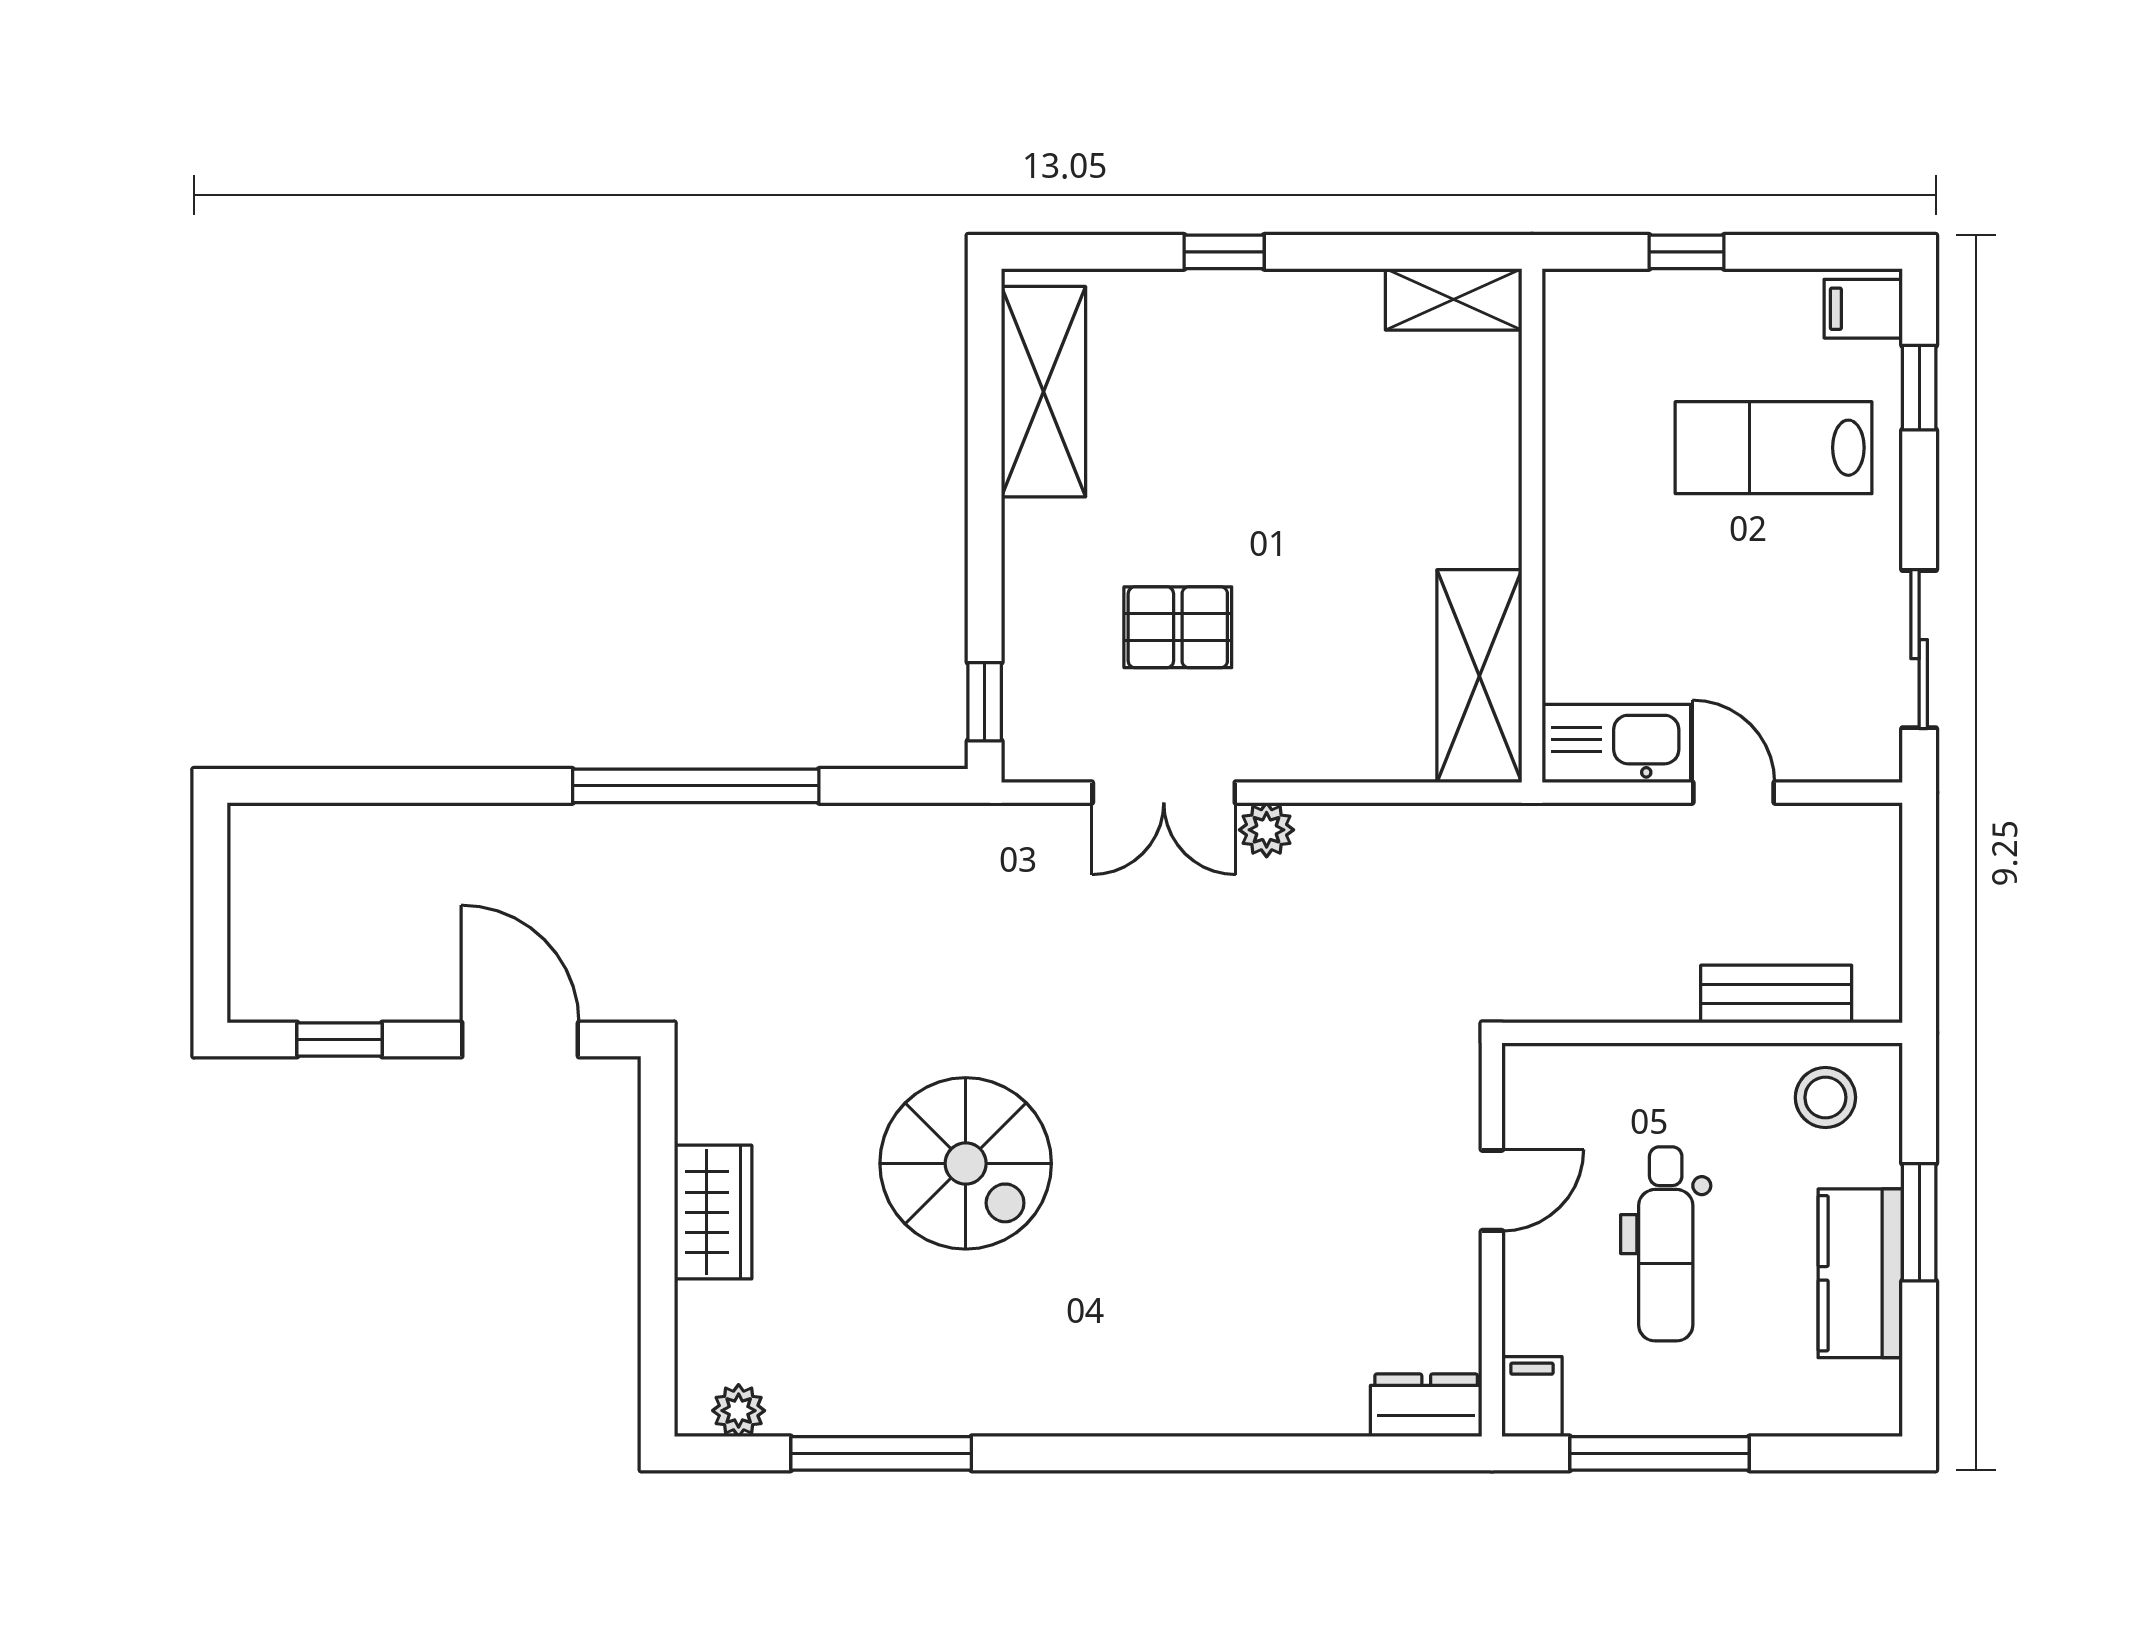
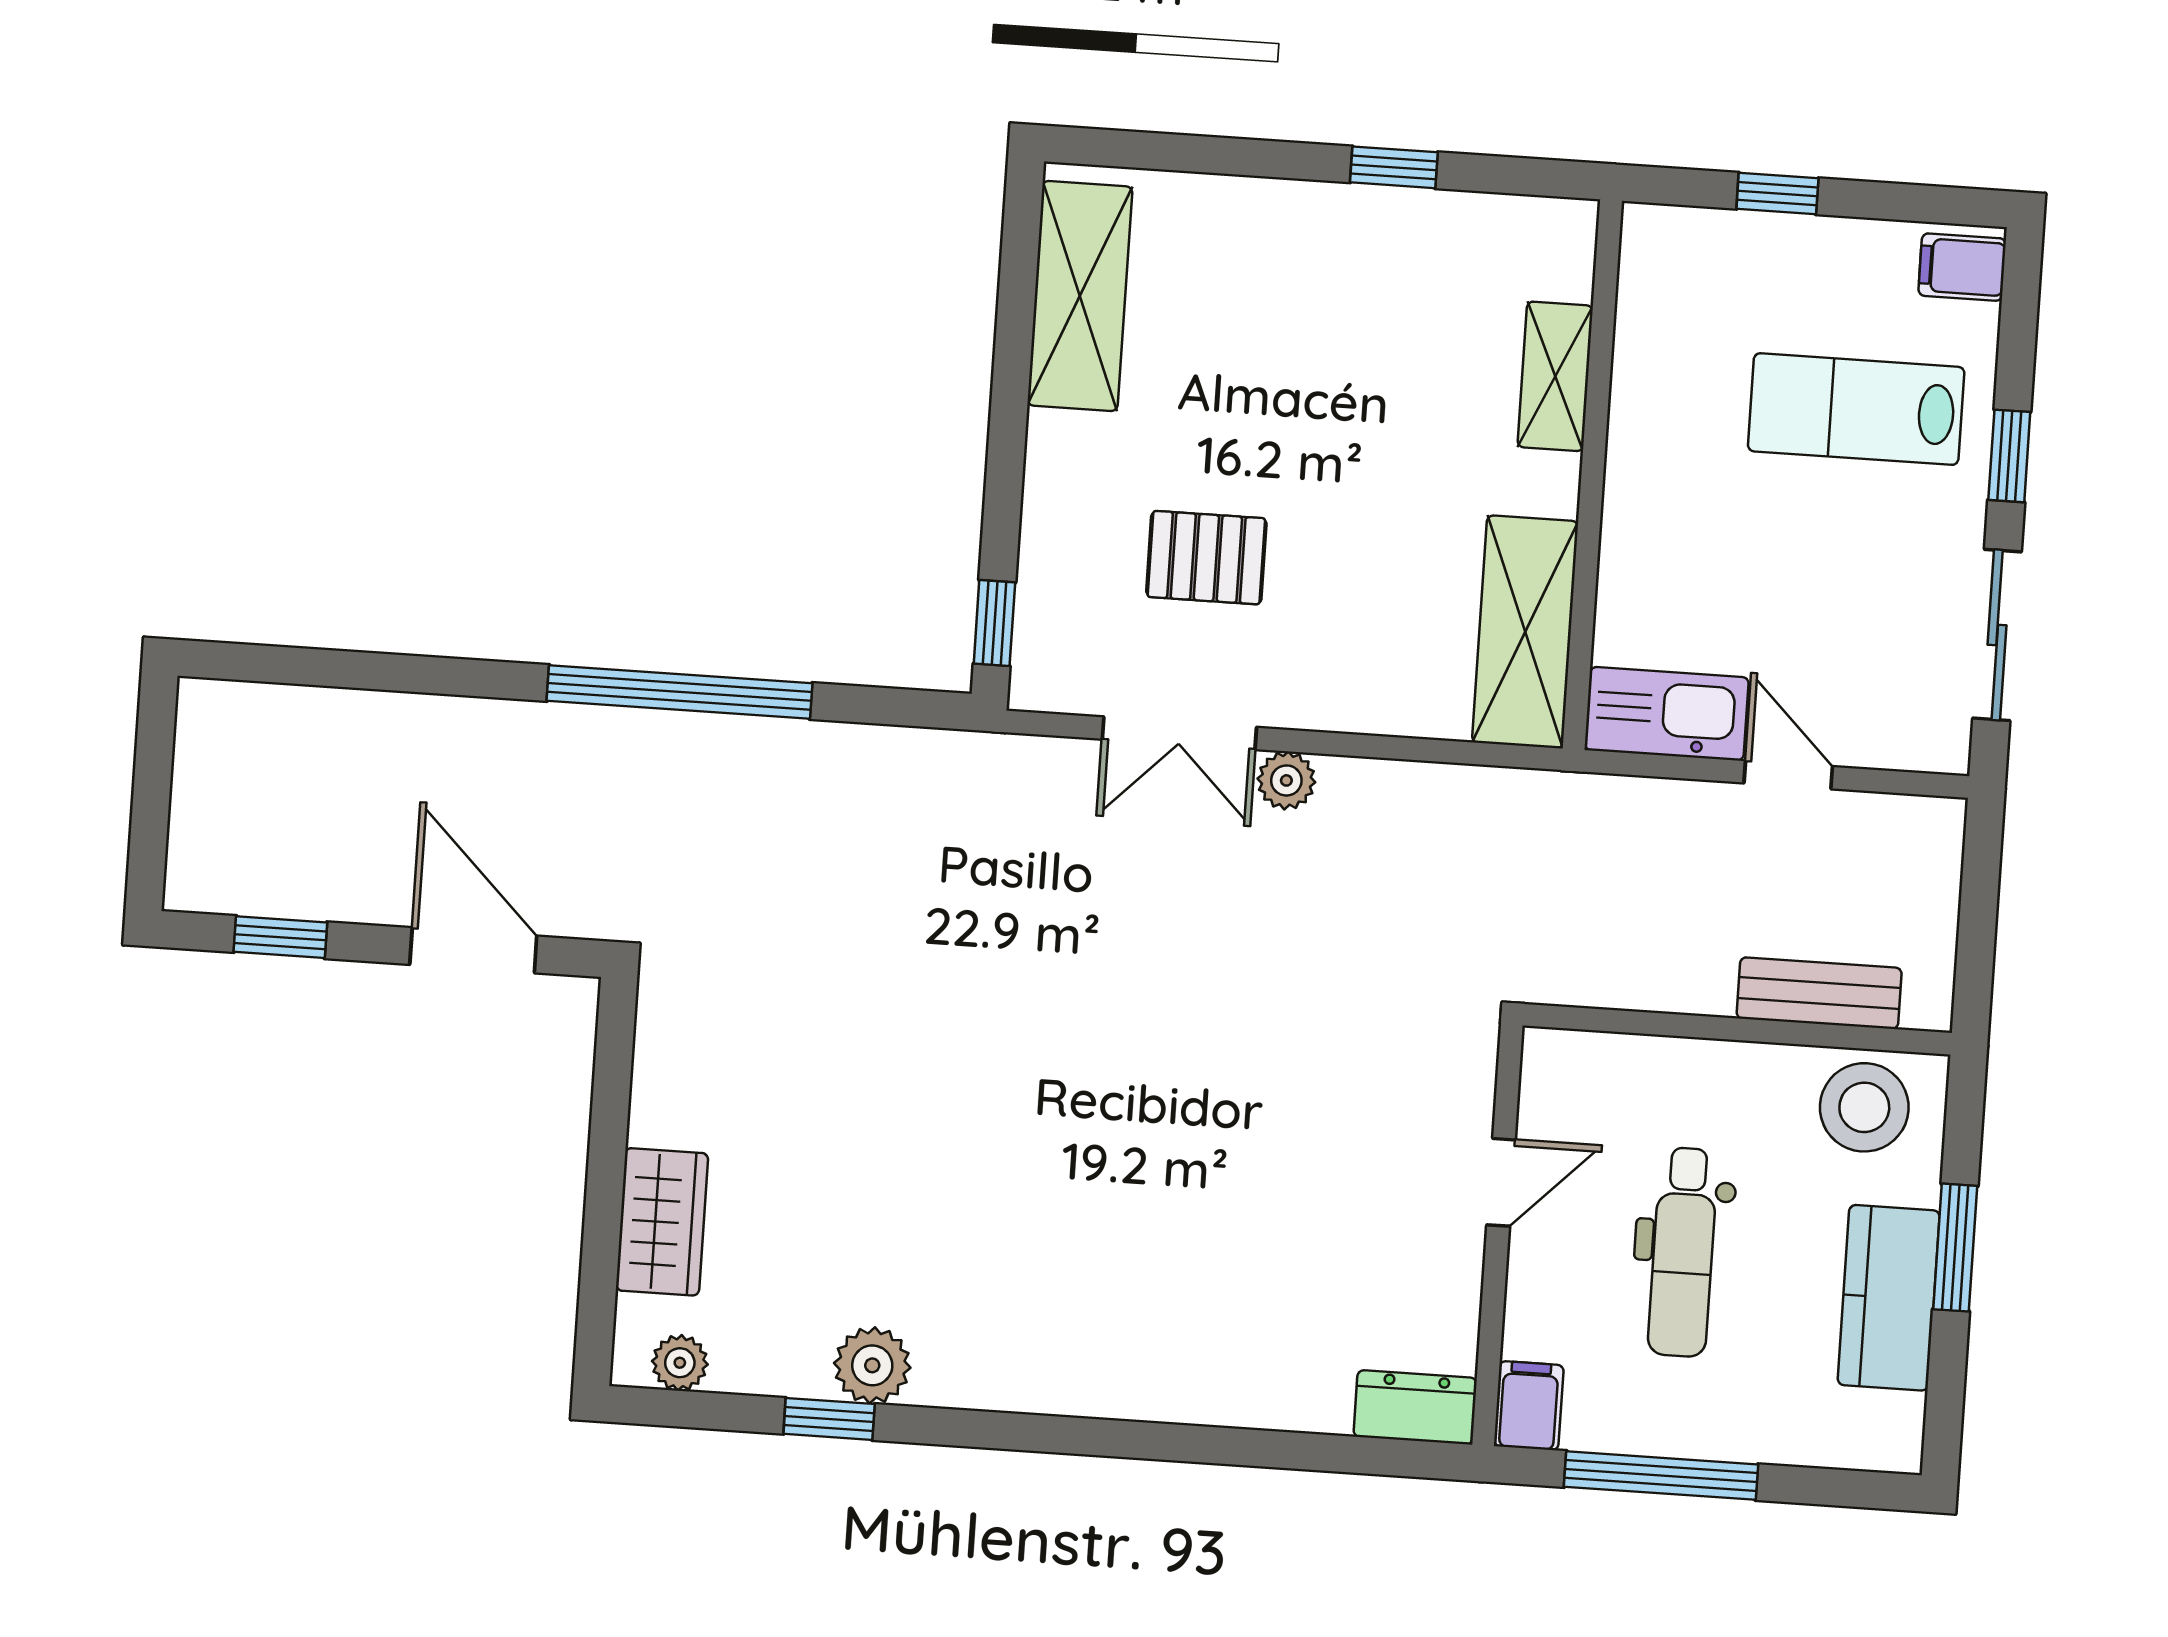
window: (1224, 252) -> (1394, 167), moved
shelving: (1454, 299) -> (1555, 376), moved, turned 90
window: (1919, 388) -> (2009, 456), moved
stool: (1825, 1097) -> (1864, 1107), width x1.38, depth x1.38
spiral stairs: (966, 1163) -> (941, 1115), removed
wardrobe: (713, 1212) -> (662, 1222), moved
plant: (918, 1401) -> (872, 1365), added
window: (881, 1453) -> (829, 1419), width x0.46

